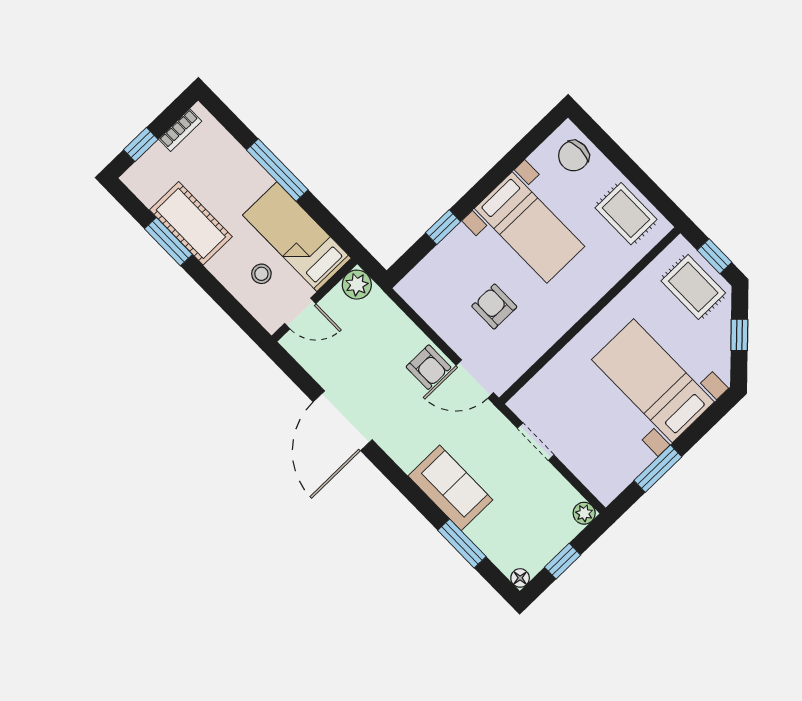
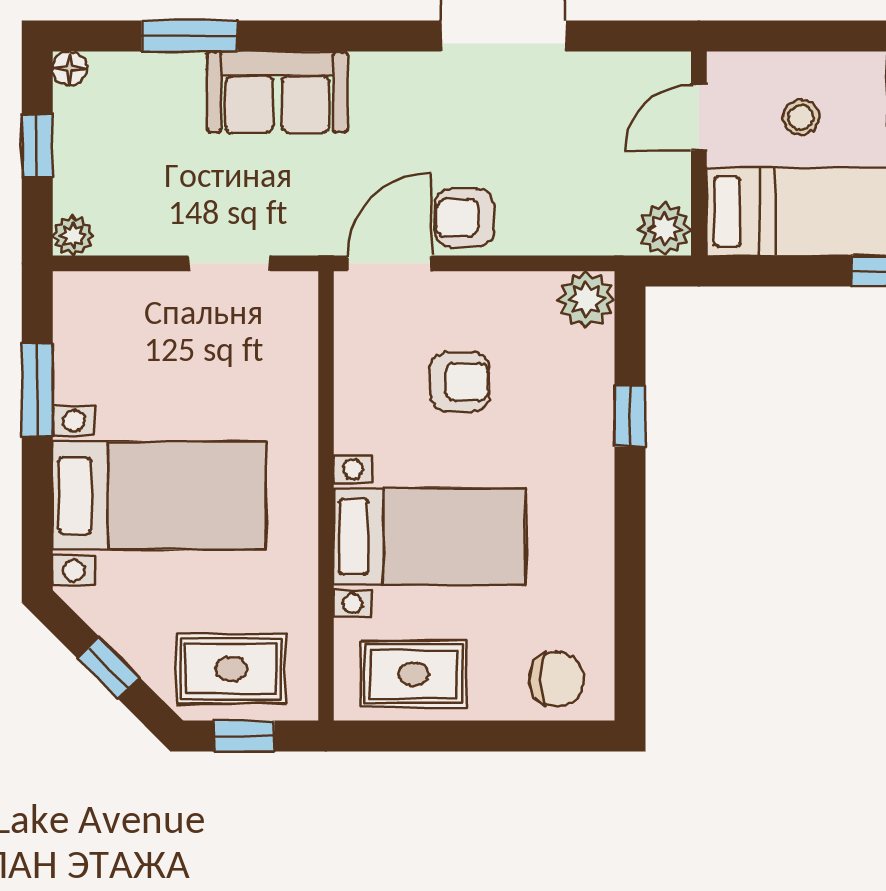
chair: (574, 156) -> (557, 679), turned 90
bed with nightstands: (530, 227) -> (429, 536), moved, turned 180
plant: (414, 288) -> (586, 299), added

